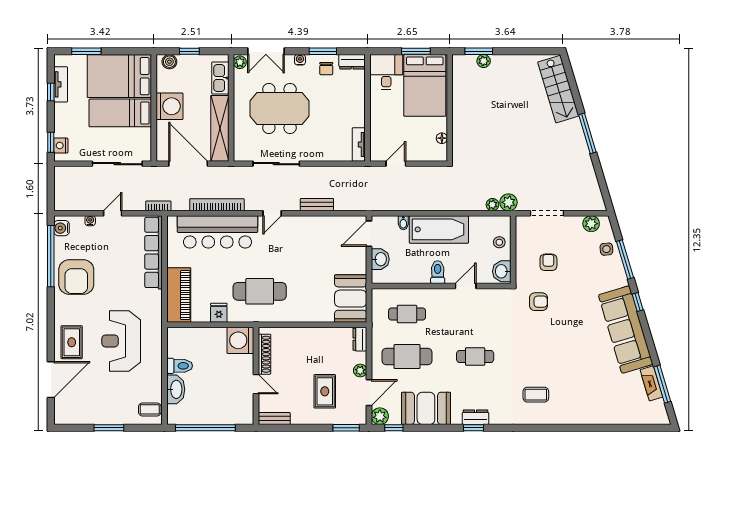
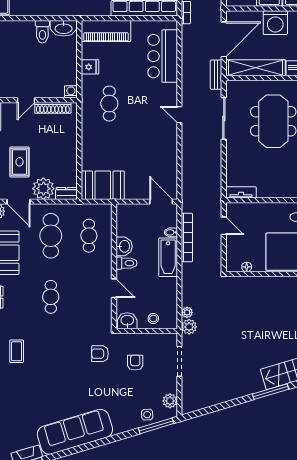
window: (587, 133) -> (271, 392), moved
bookcase: (217, 205) -> (187, 238), moved
bench: (317, 205) -> (216, 75), moved
bathtub: (439, 229) -> (168, 257), width x0.73, depth x0.73
bar counter: (218, 232) -> (163, 56), width x0.73
washbasin: (380, 259) -> (124, 246), moved, turned -90
window: (625, 259) -> (156, 426), moved
armchair: (548, 262) -> (135, 363), turned -90
cafe table: (260, 291) -> (109, 104), width x0.73, depth x0.74
armchair: (538, 302) -> (100, 354), turned 90
window: (638, 302) -> (100, 443), removed
washing machine: (240, 340) -> (71, 92), width x0.53, depth x0.53
plant: (360, 370) -> (43, 189), width x1.88, depth x1.88
washbasin: (176, 389) -> (64, 28), moved
rug: (325, 391) -> (20, 162), turned 90

